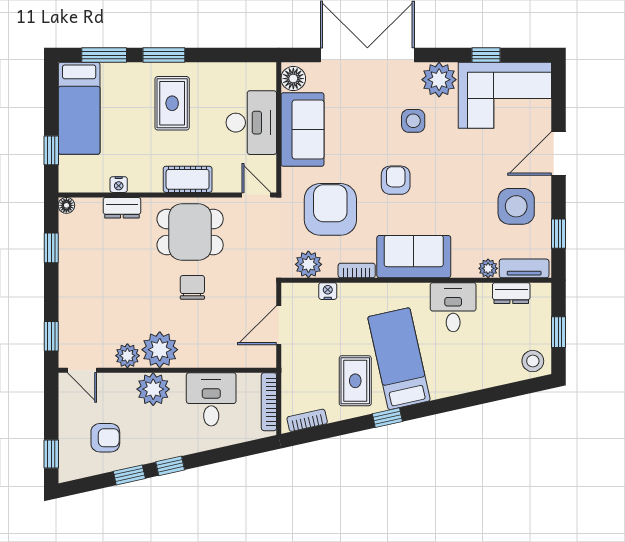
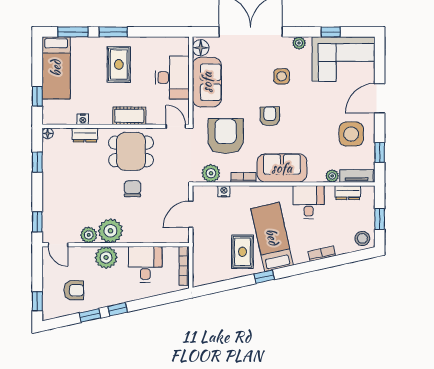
plant: (439, 80) -> (299, 43), width x0.53, depth x0.53
bookcase: (307, 420) -> (322, 254), moved

